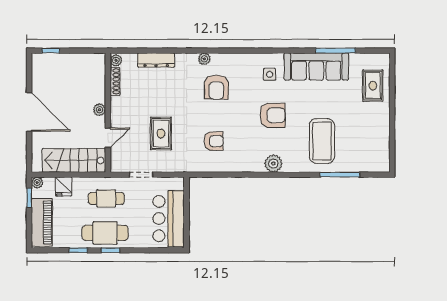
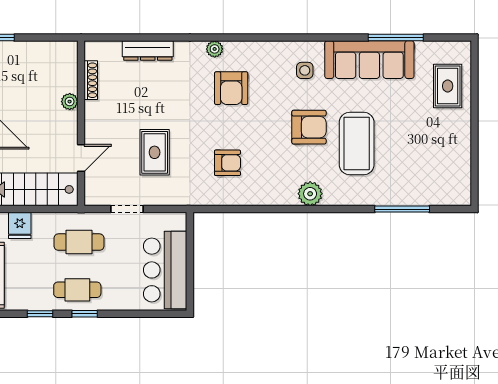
plant: (116, 60) -> (92, 51), removed
plant: (100, 110) -> (70, 102), moved
coffee table: (322, 141) -> (357, 144), moved
cafe table: (105, 233) -> (77, 290), width x0.73, depth x0.74

